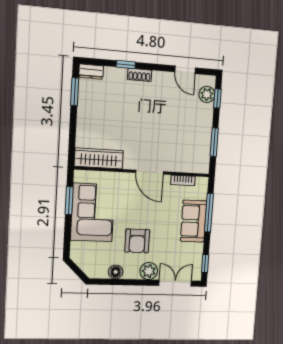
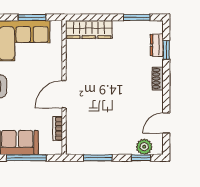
window: (126, 65) -> (166, 50), moved
dresser: (91, 72) -> (157, 45), moved
wardrobe: (99, 158) -> (89, 29), moved, turned 90

